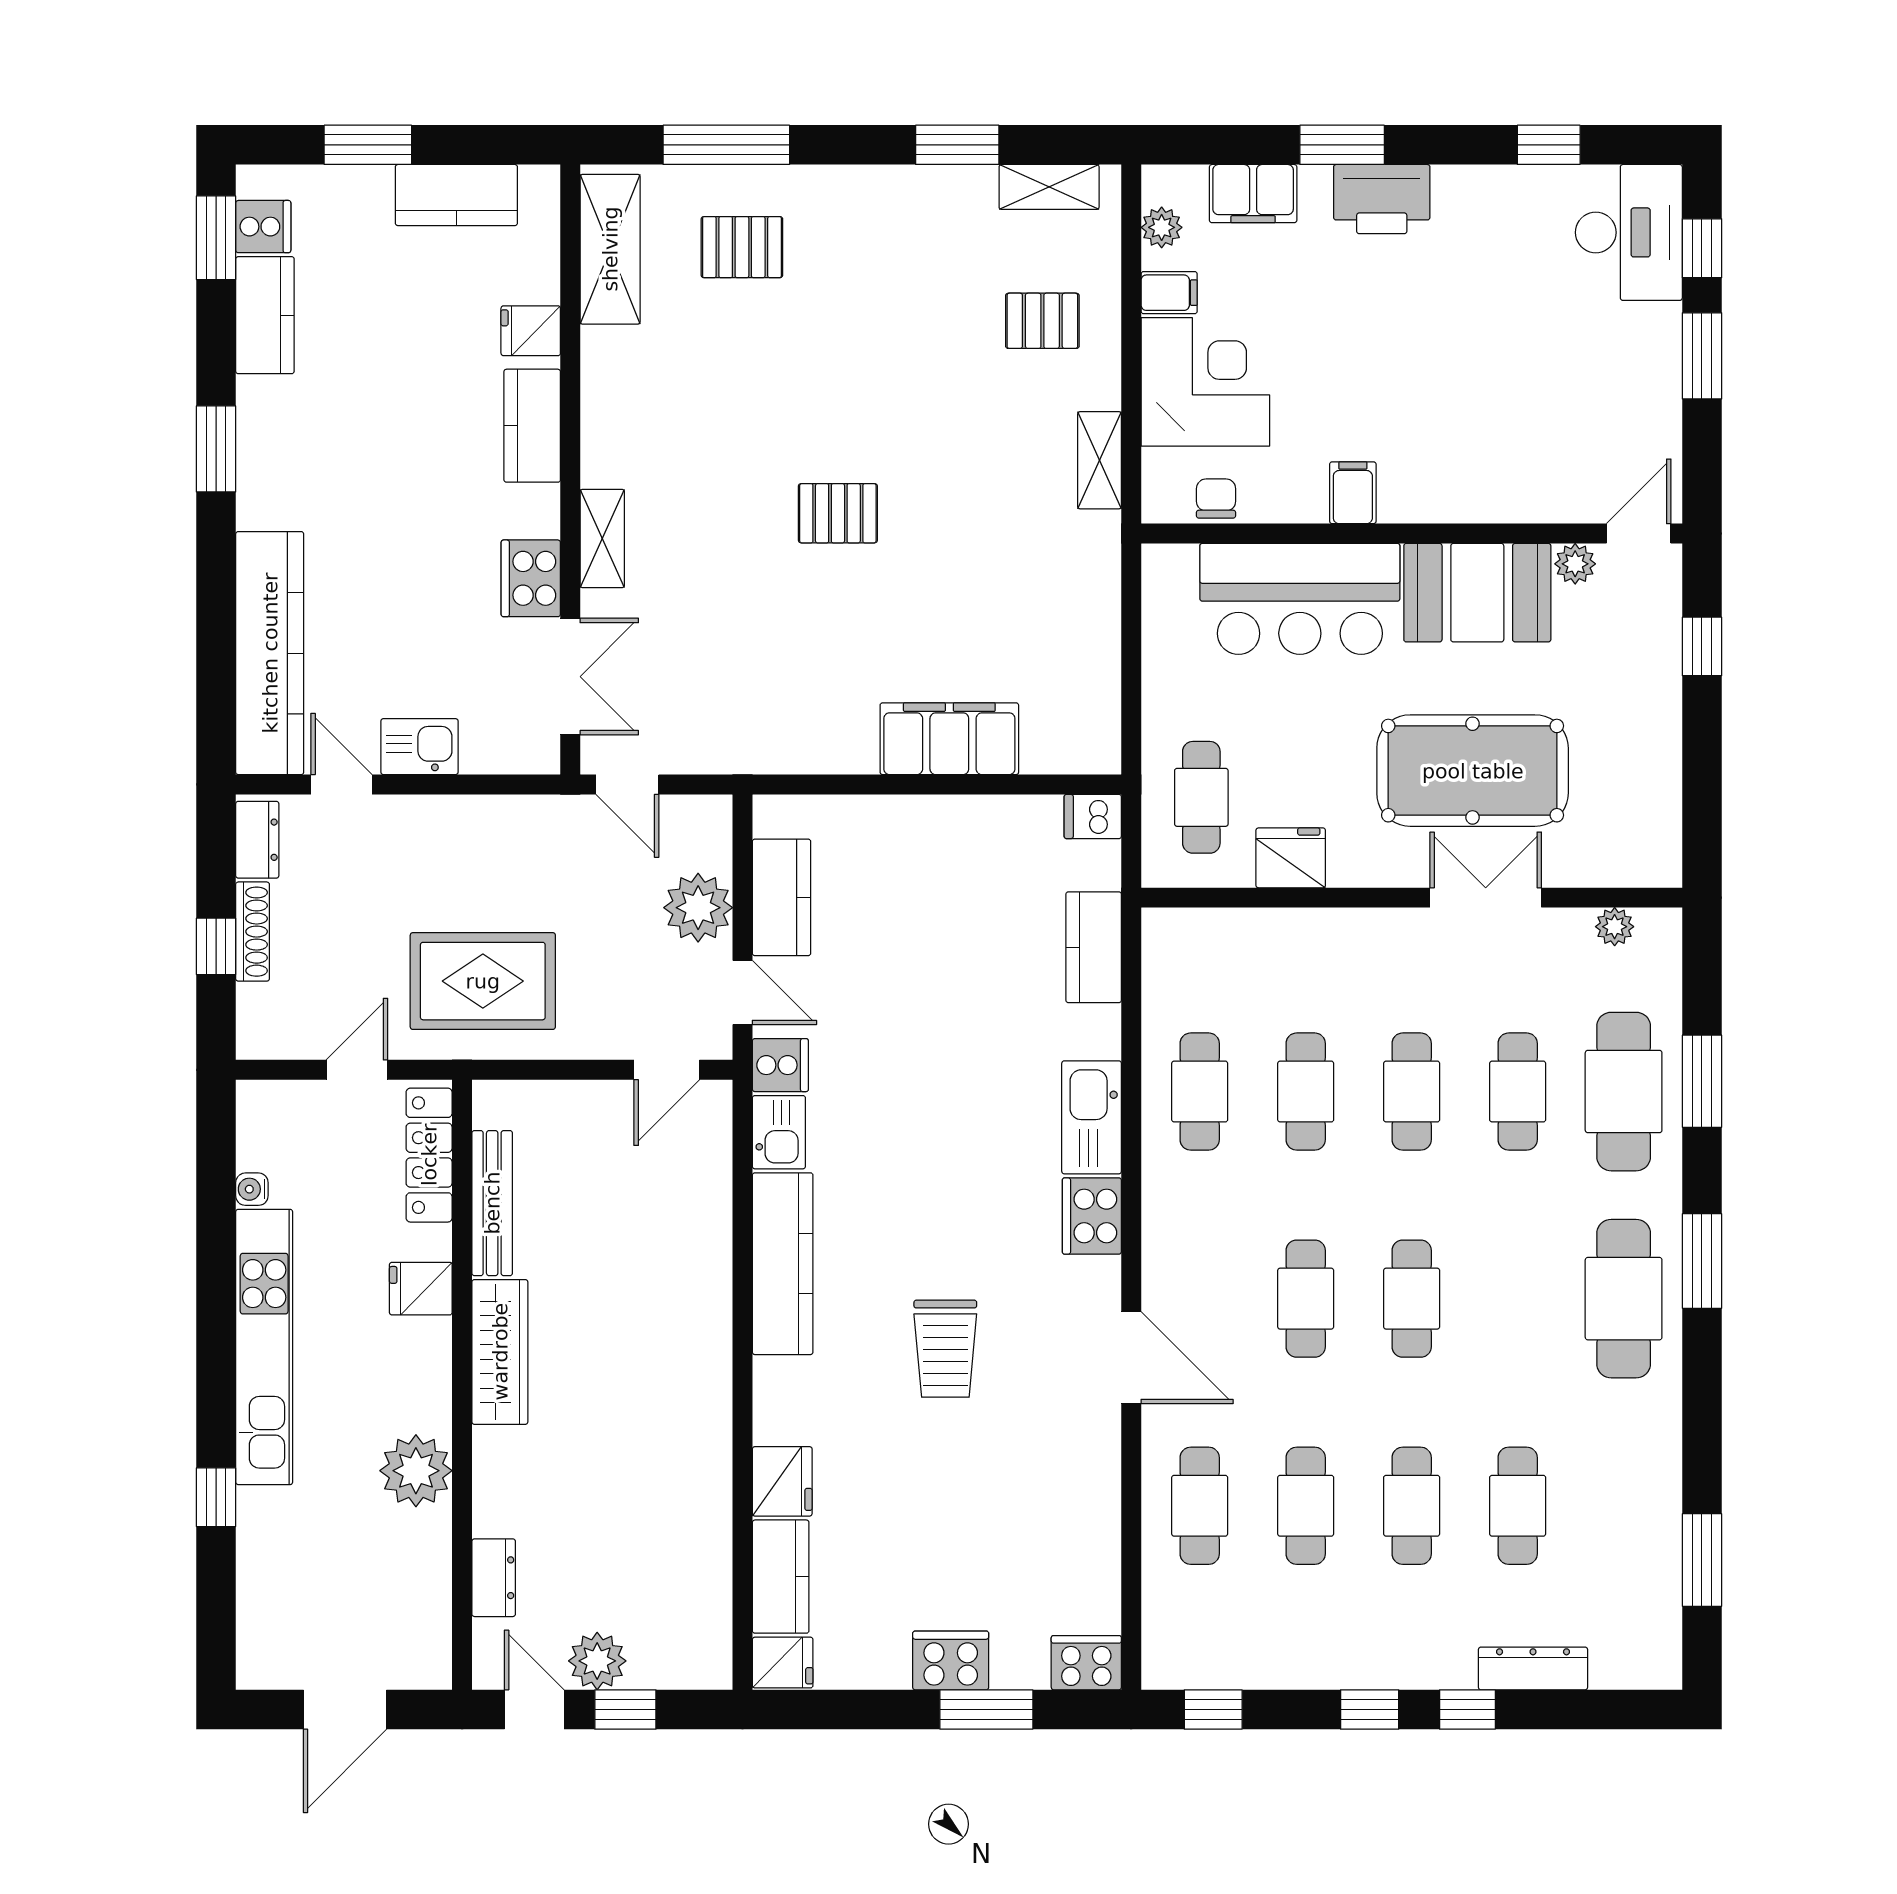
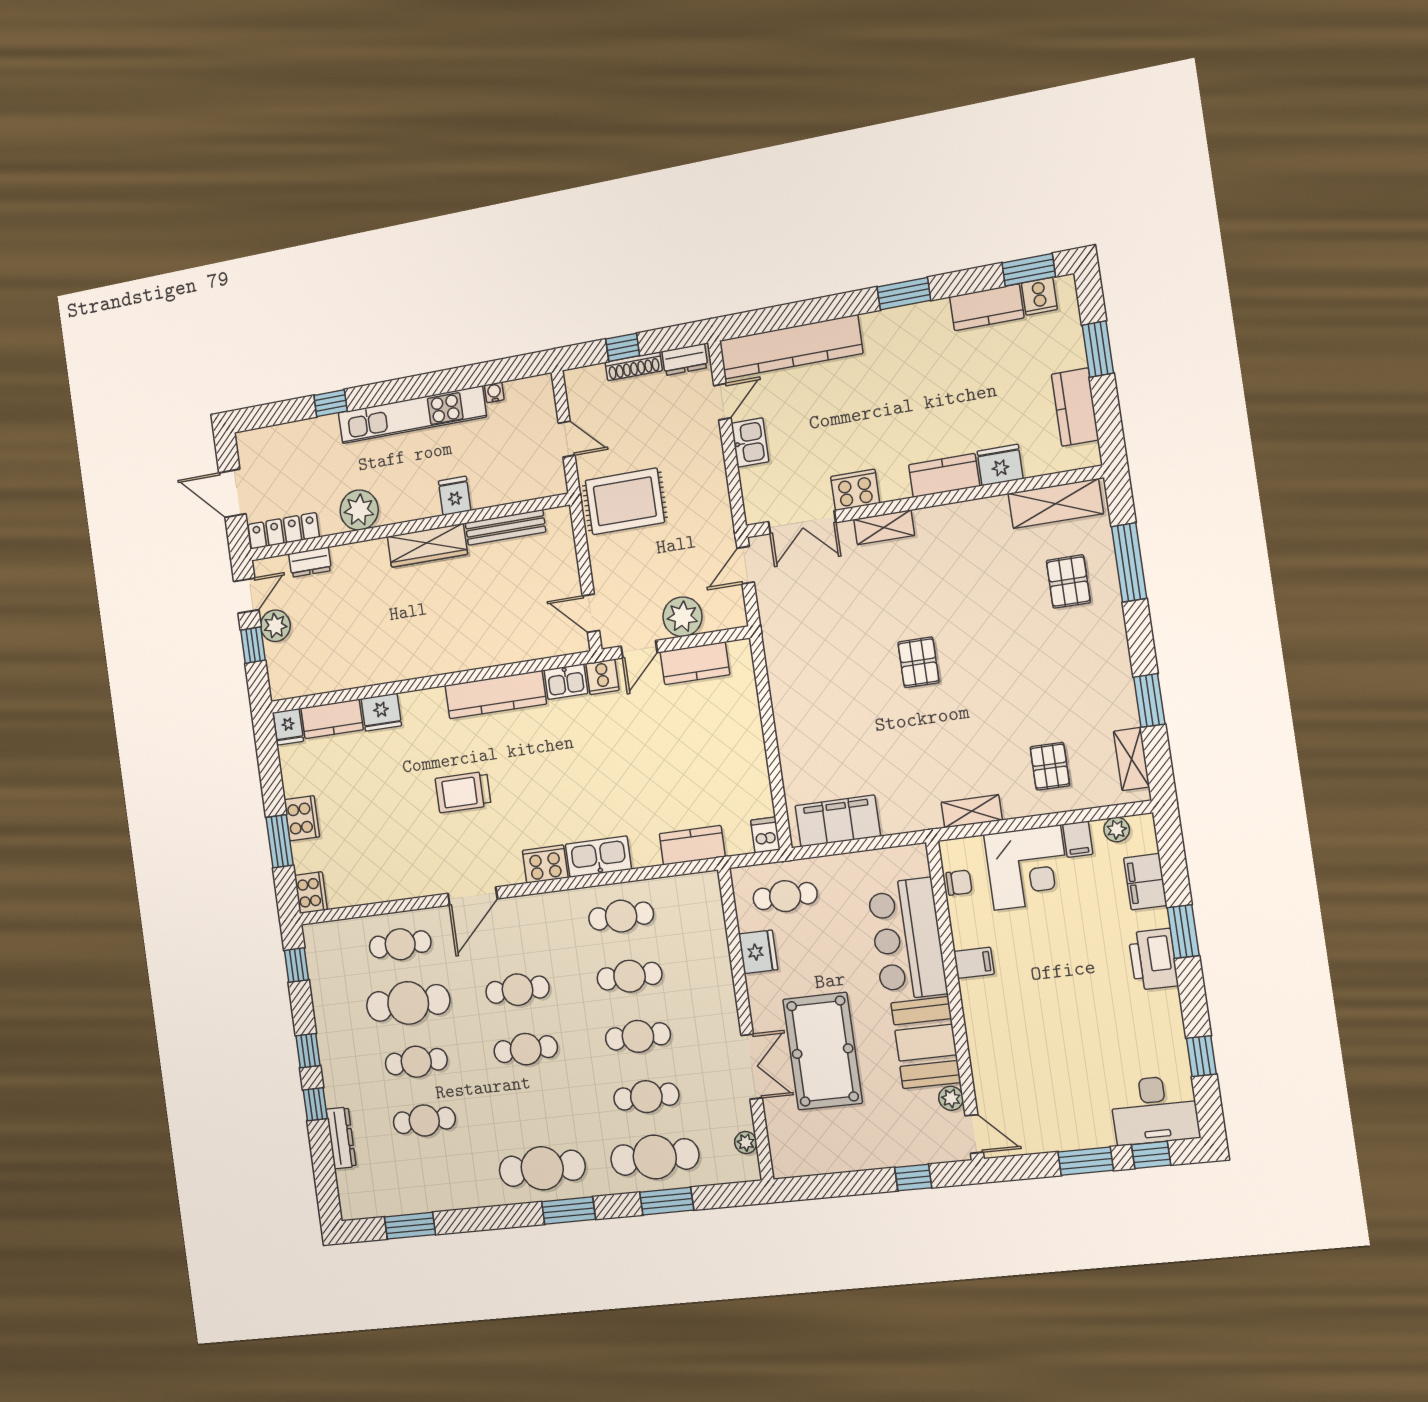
fridge: (531, 331) -> (1000, 465), width x1.38
filing cabinet: (949, 739) -> (838, 821), moved, turned -90
rug: (483, 981) -> (625, 501), turned 90
locker: (429, 1155) -> (284, 531), moved
cafe table: (1306, 1506) -> (408, 1003), width x1.37, depth x1.35

